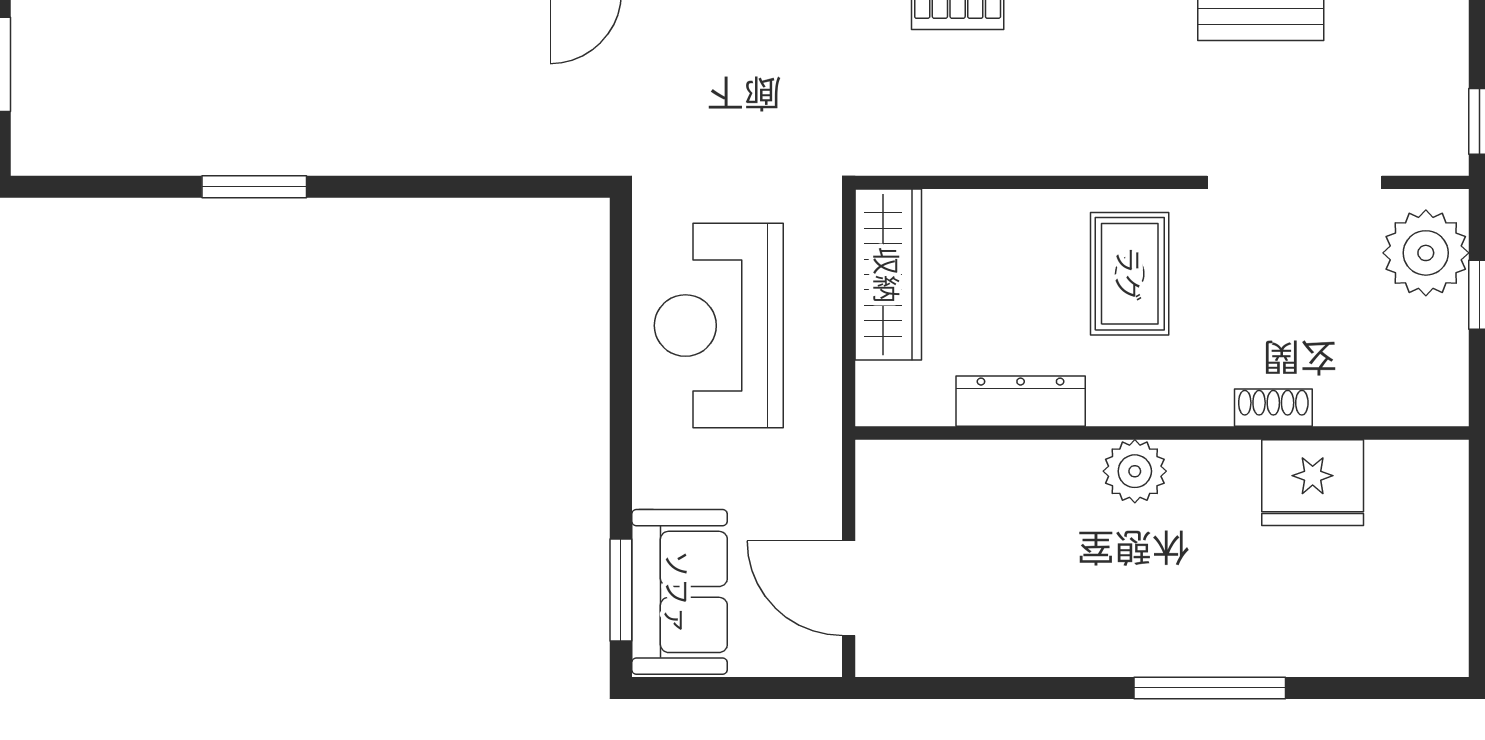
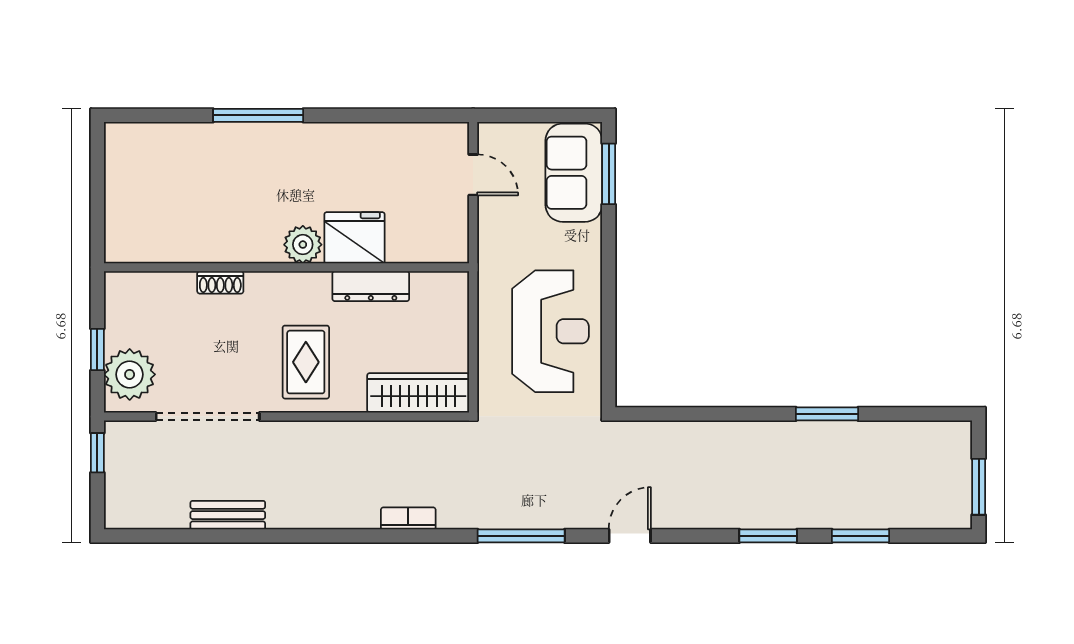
wardrobe: (888, 275) -> (418, 393), moved, turned 90
fridge: (1313, 483) -> (354, 238), moved
door: (849, 588) -> (473, 175), width x0.73

